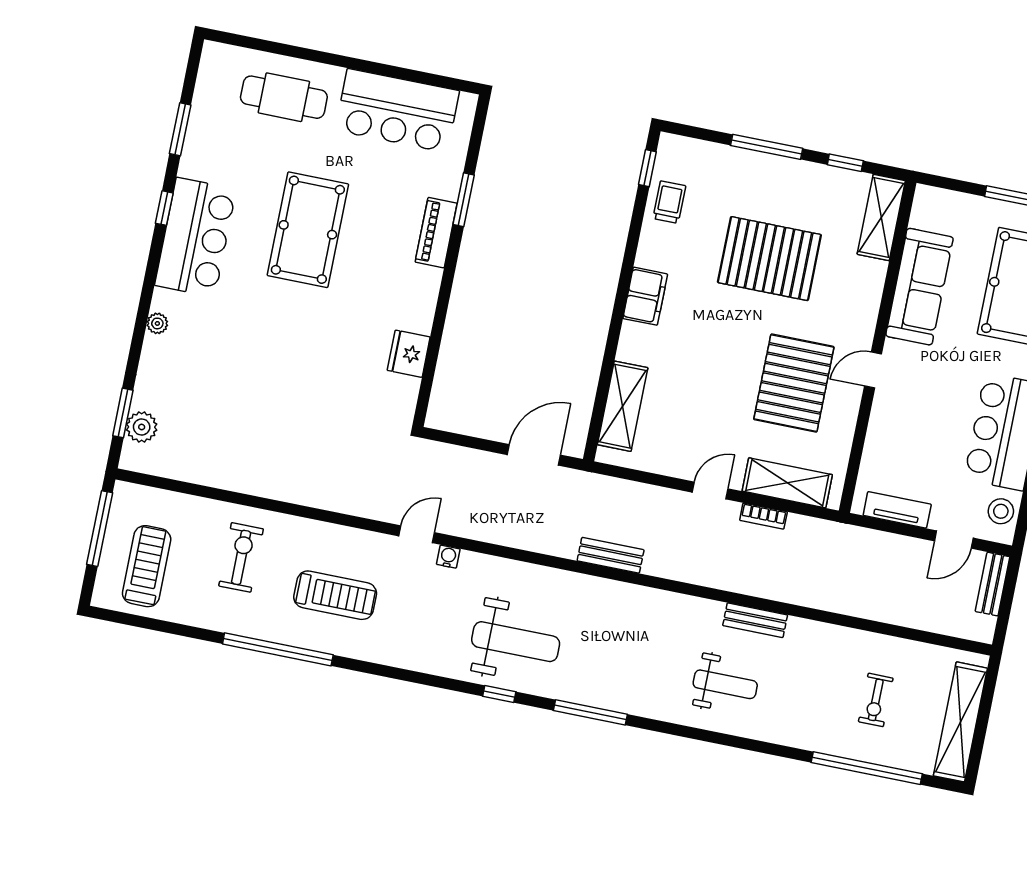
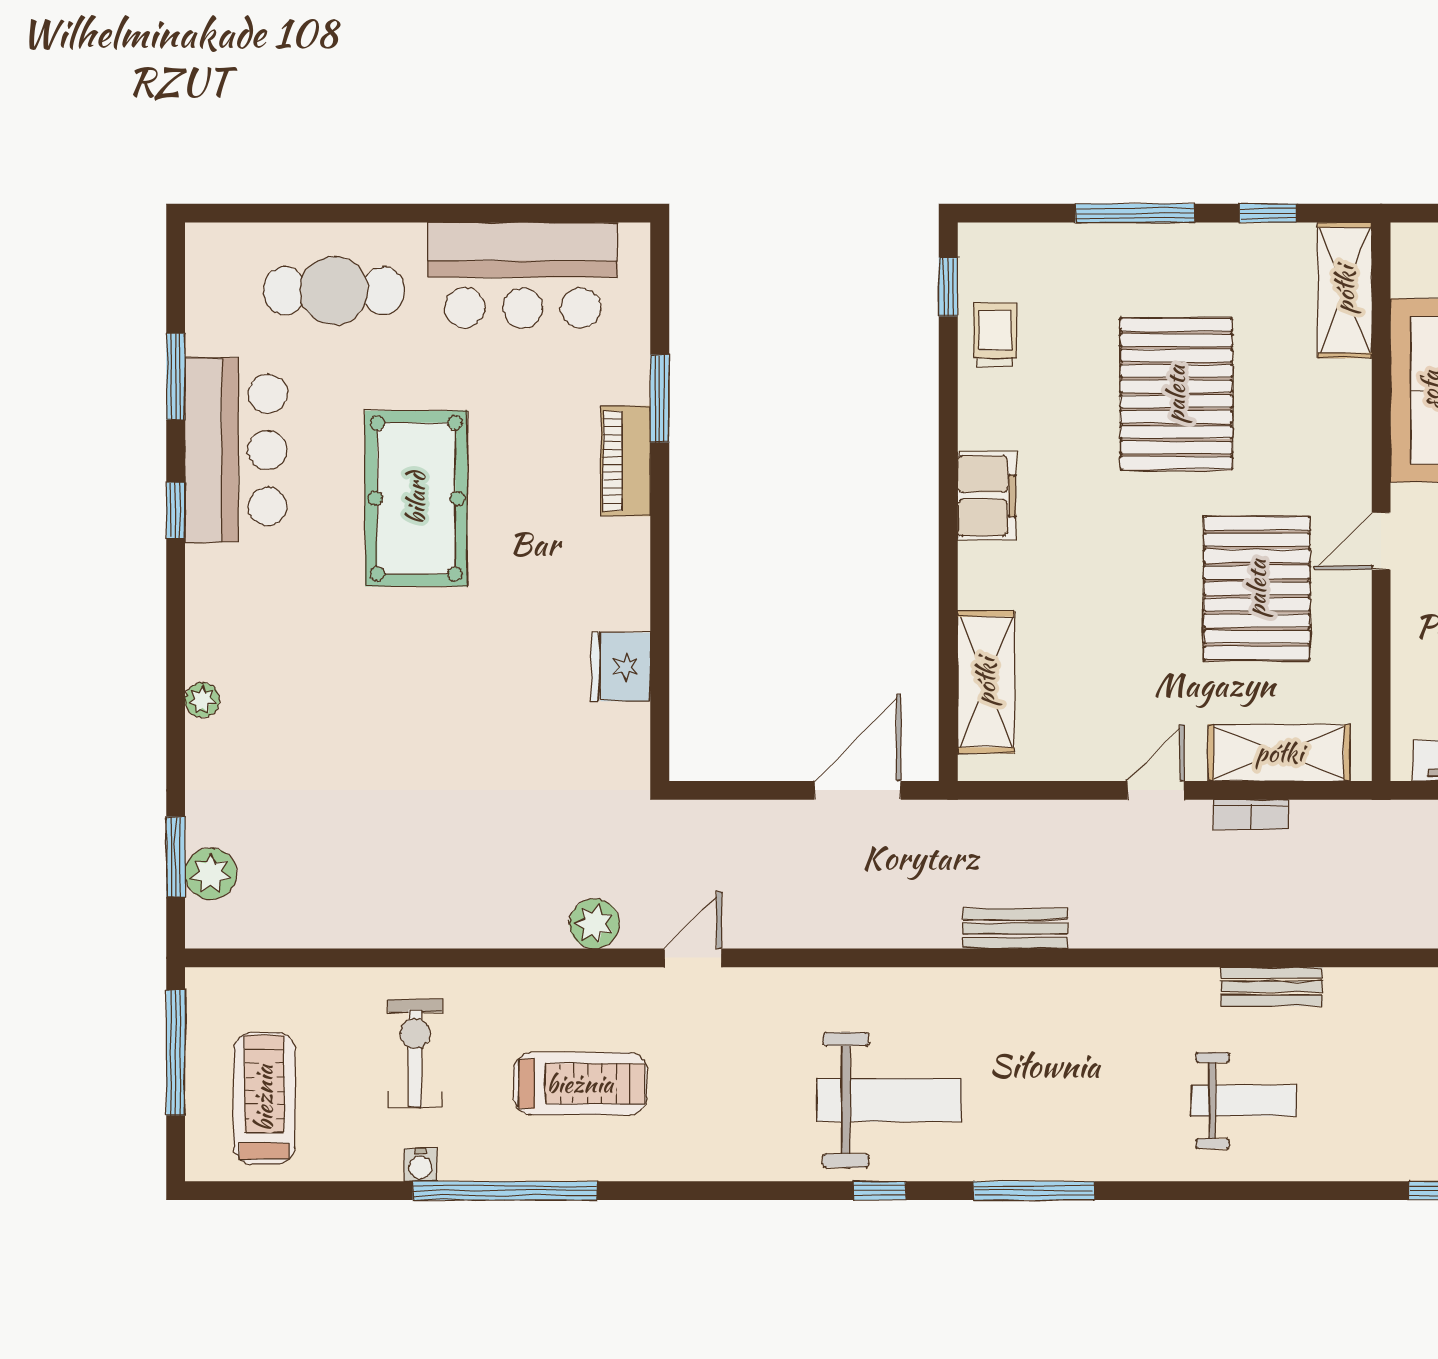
bar counter: (195, 237) -> (236, 450), moved
pallet: (769, 259) -> (1176, 394), turned 90
plant: (363, 502) -> (594, 924), added
water cooler: (448, 557) -> (420, 1165), moved, turned 180

